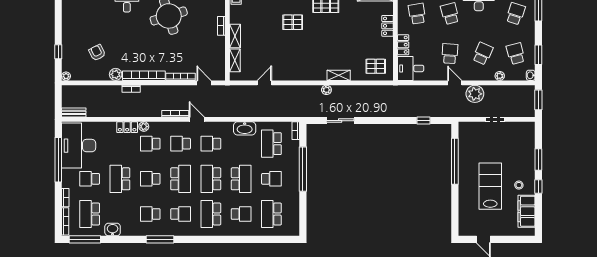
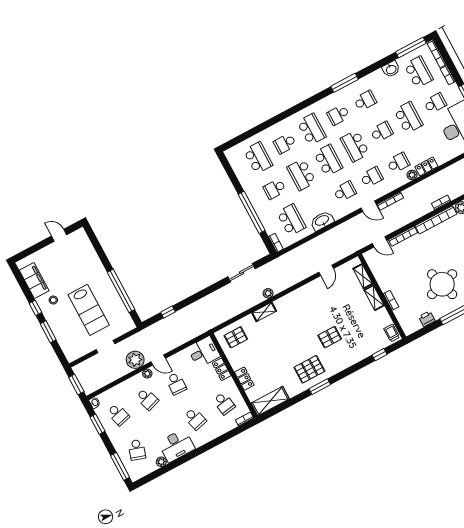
school desk: (483, 54) -> (147, 399), turned -42
plant: (500, 76) -> (147, 374), moved
lab bench: (490, 186) -> (89, 310), moved

